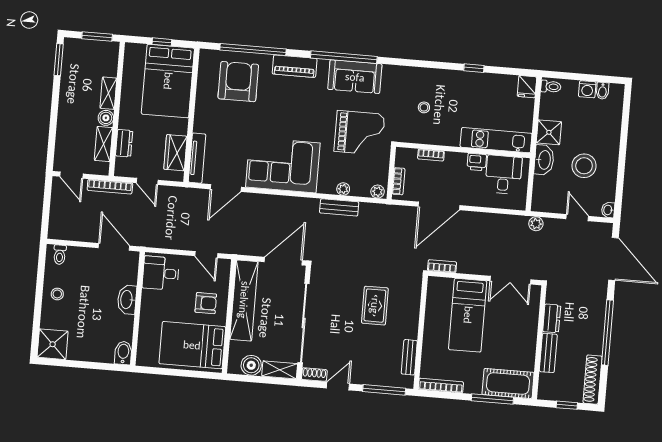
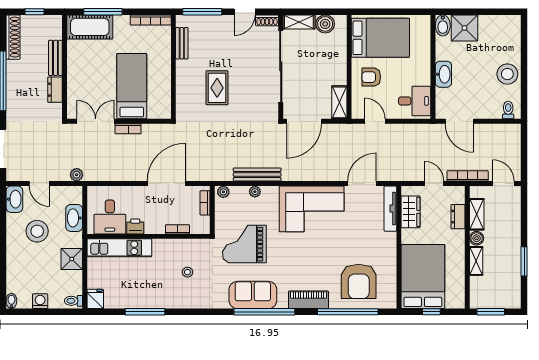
window: (59, 60) -> (524, 261), moved
window: (474, 68) -> (145, 312), width x2.17
bidet: (602, 91) -> (11, 301), moved
washbasin: (544, 160) -> (74, 218), moved
bench: (339, 207) -> (257, 174), width x1.36
washbasin: (608, 210) -> (14, 199), width x1.91, depth x1.45
bookcase: (442, 266) -> (128, 129), moved
stool: (57, 294) -> (507, 74), width x1.89, depth x1.89
shelving: (244, 300) -> (339, 102), width x0.45, depth x0.75
shower: (53, 344) -> (464, 28), moved

